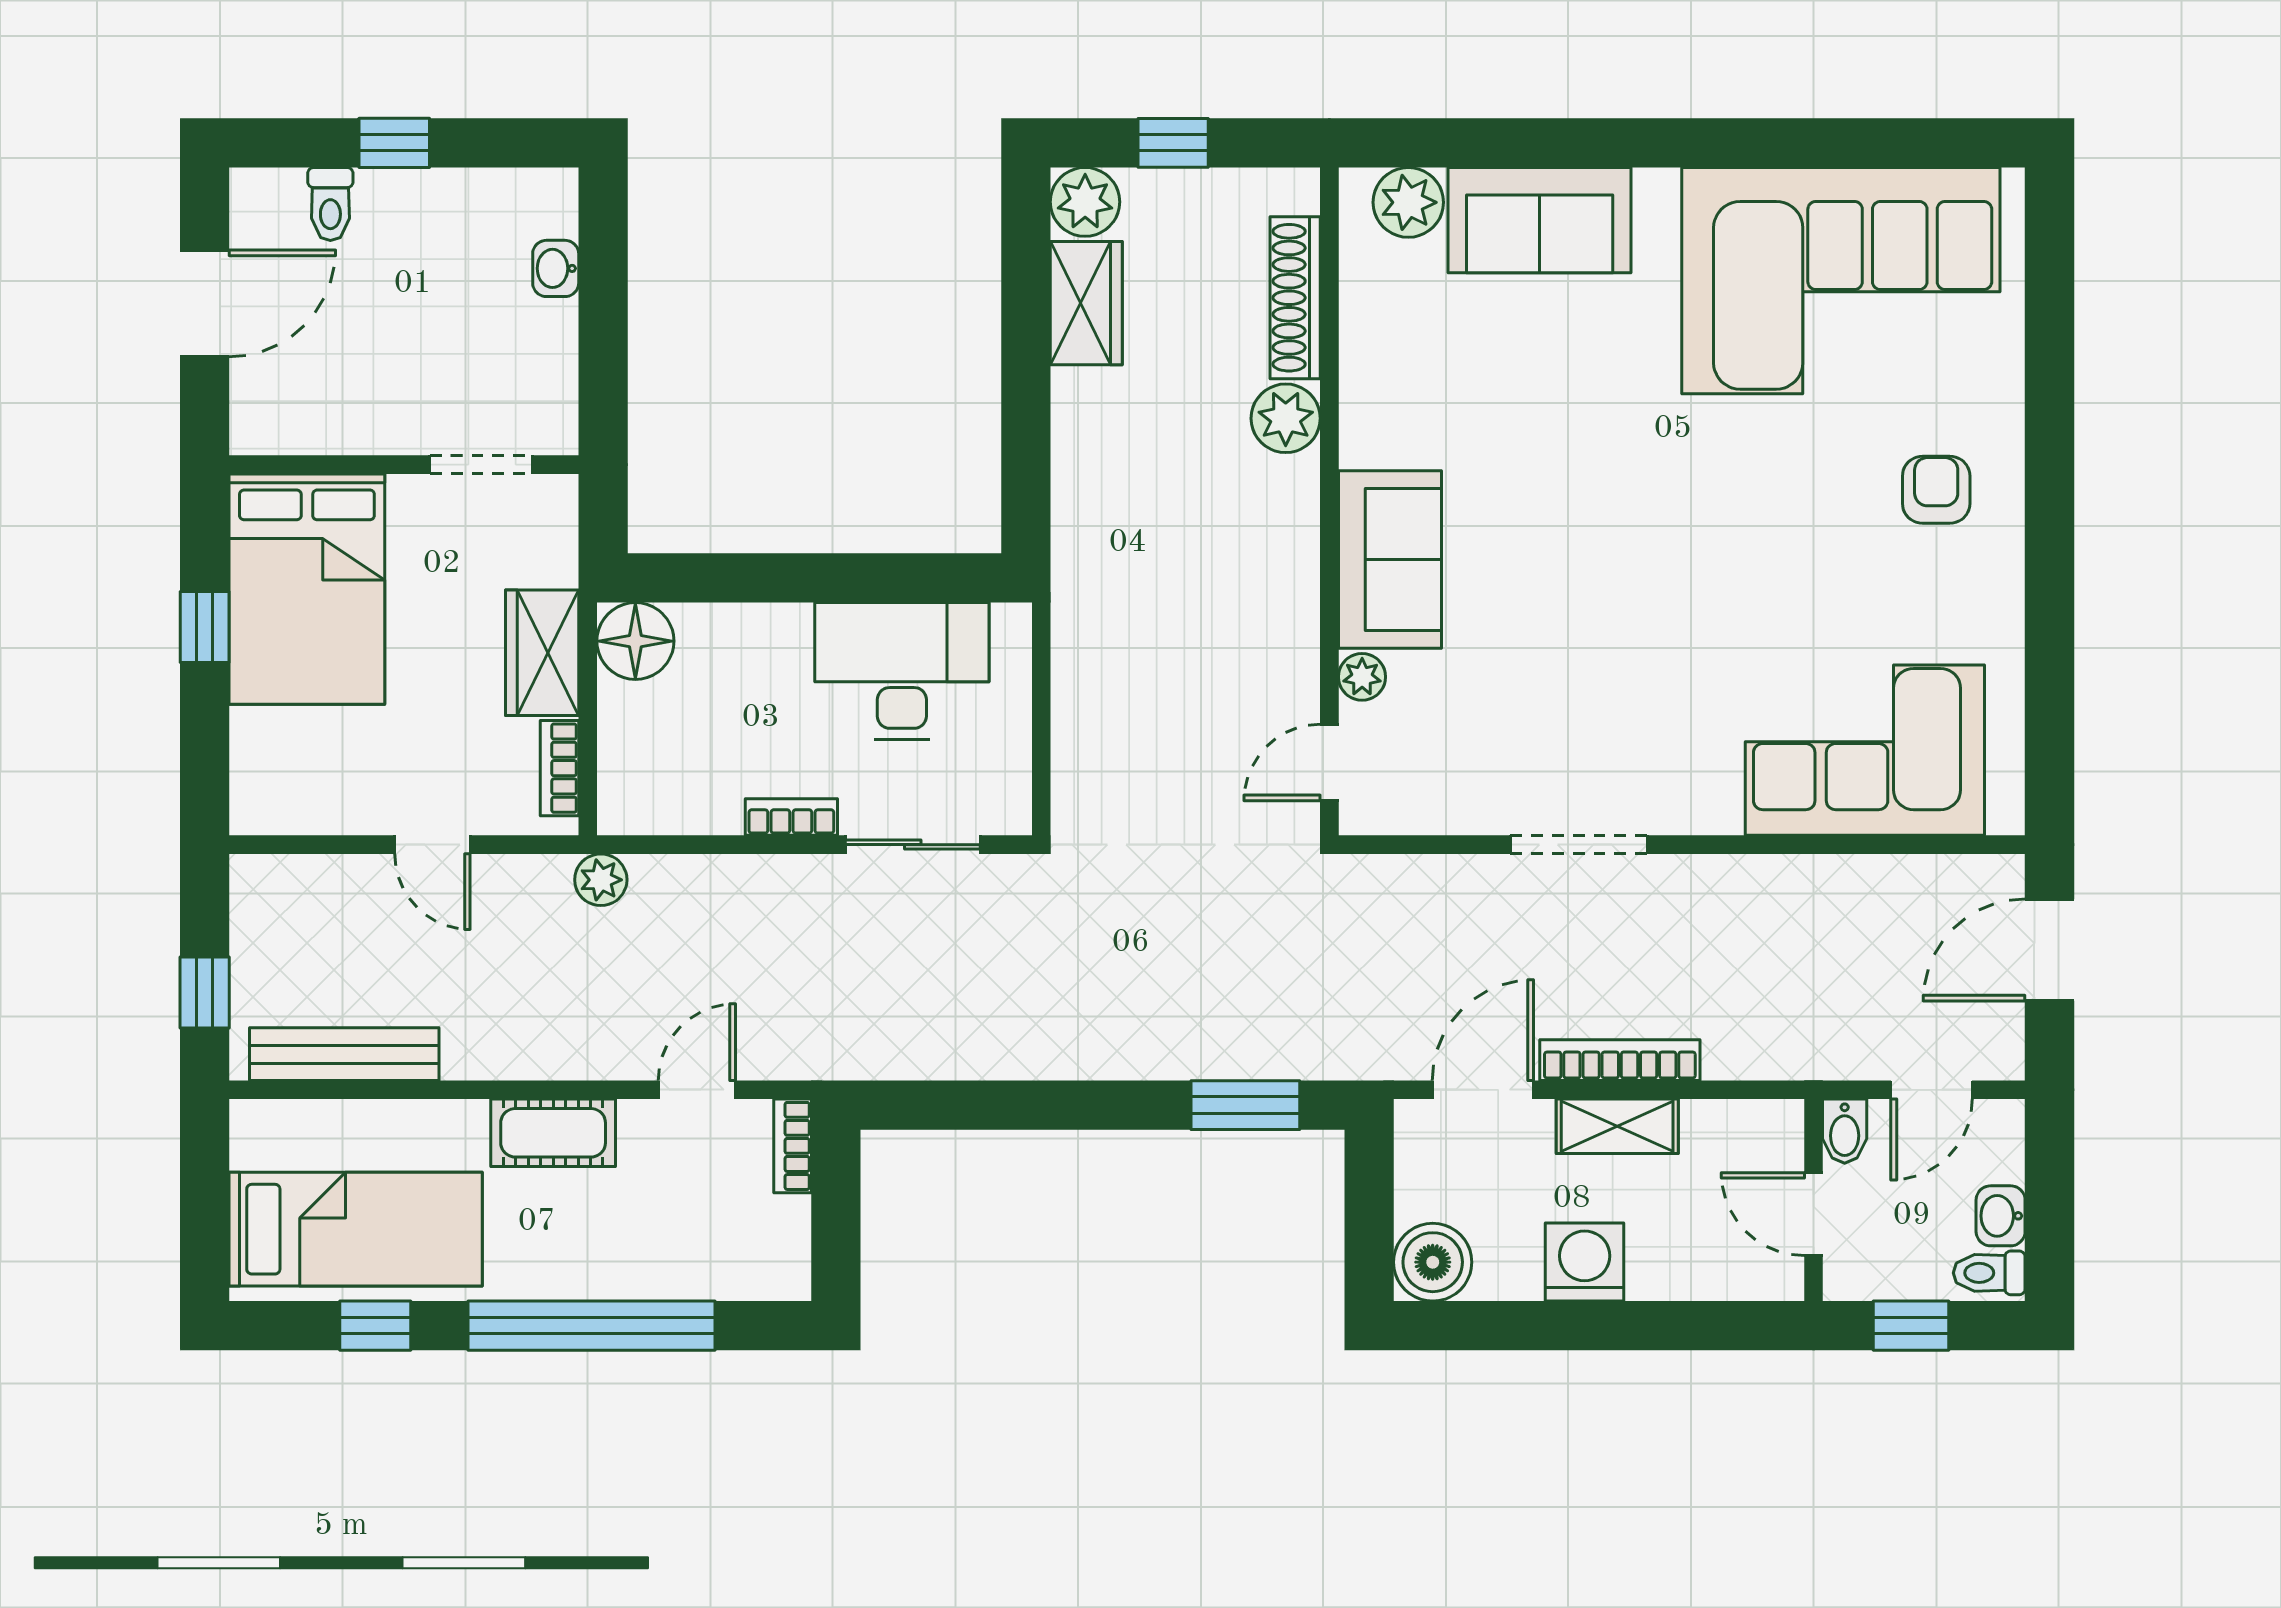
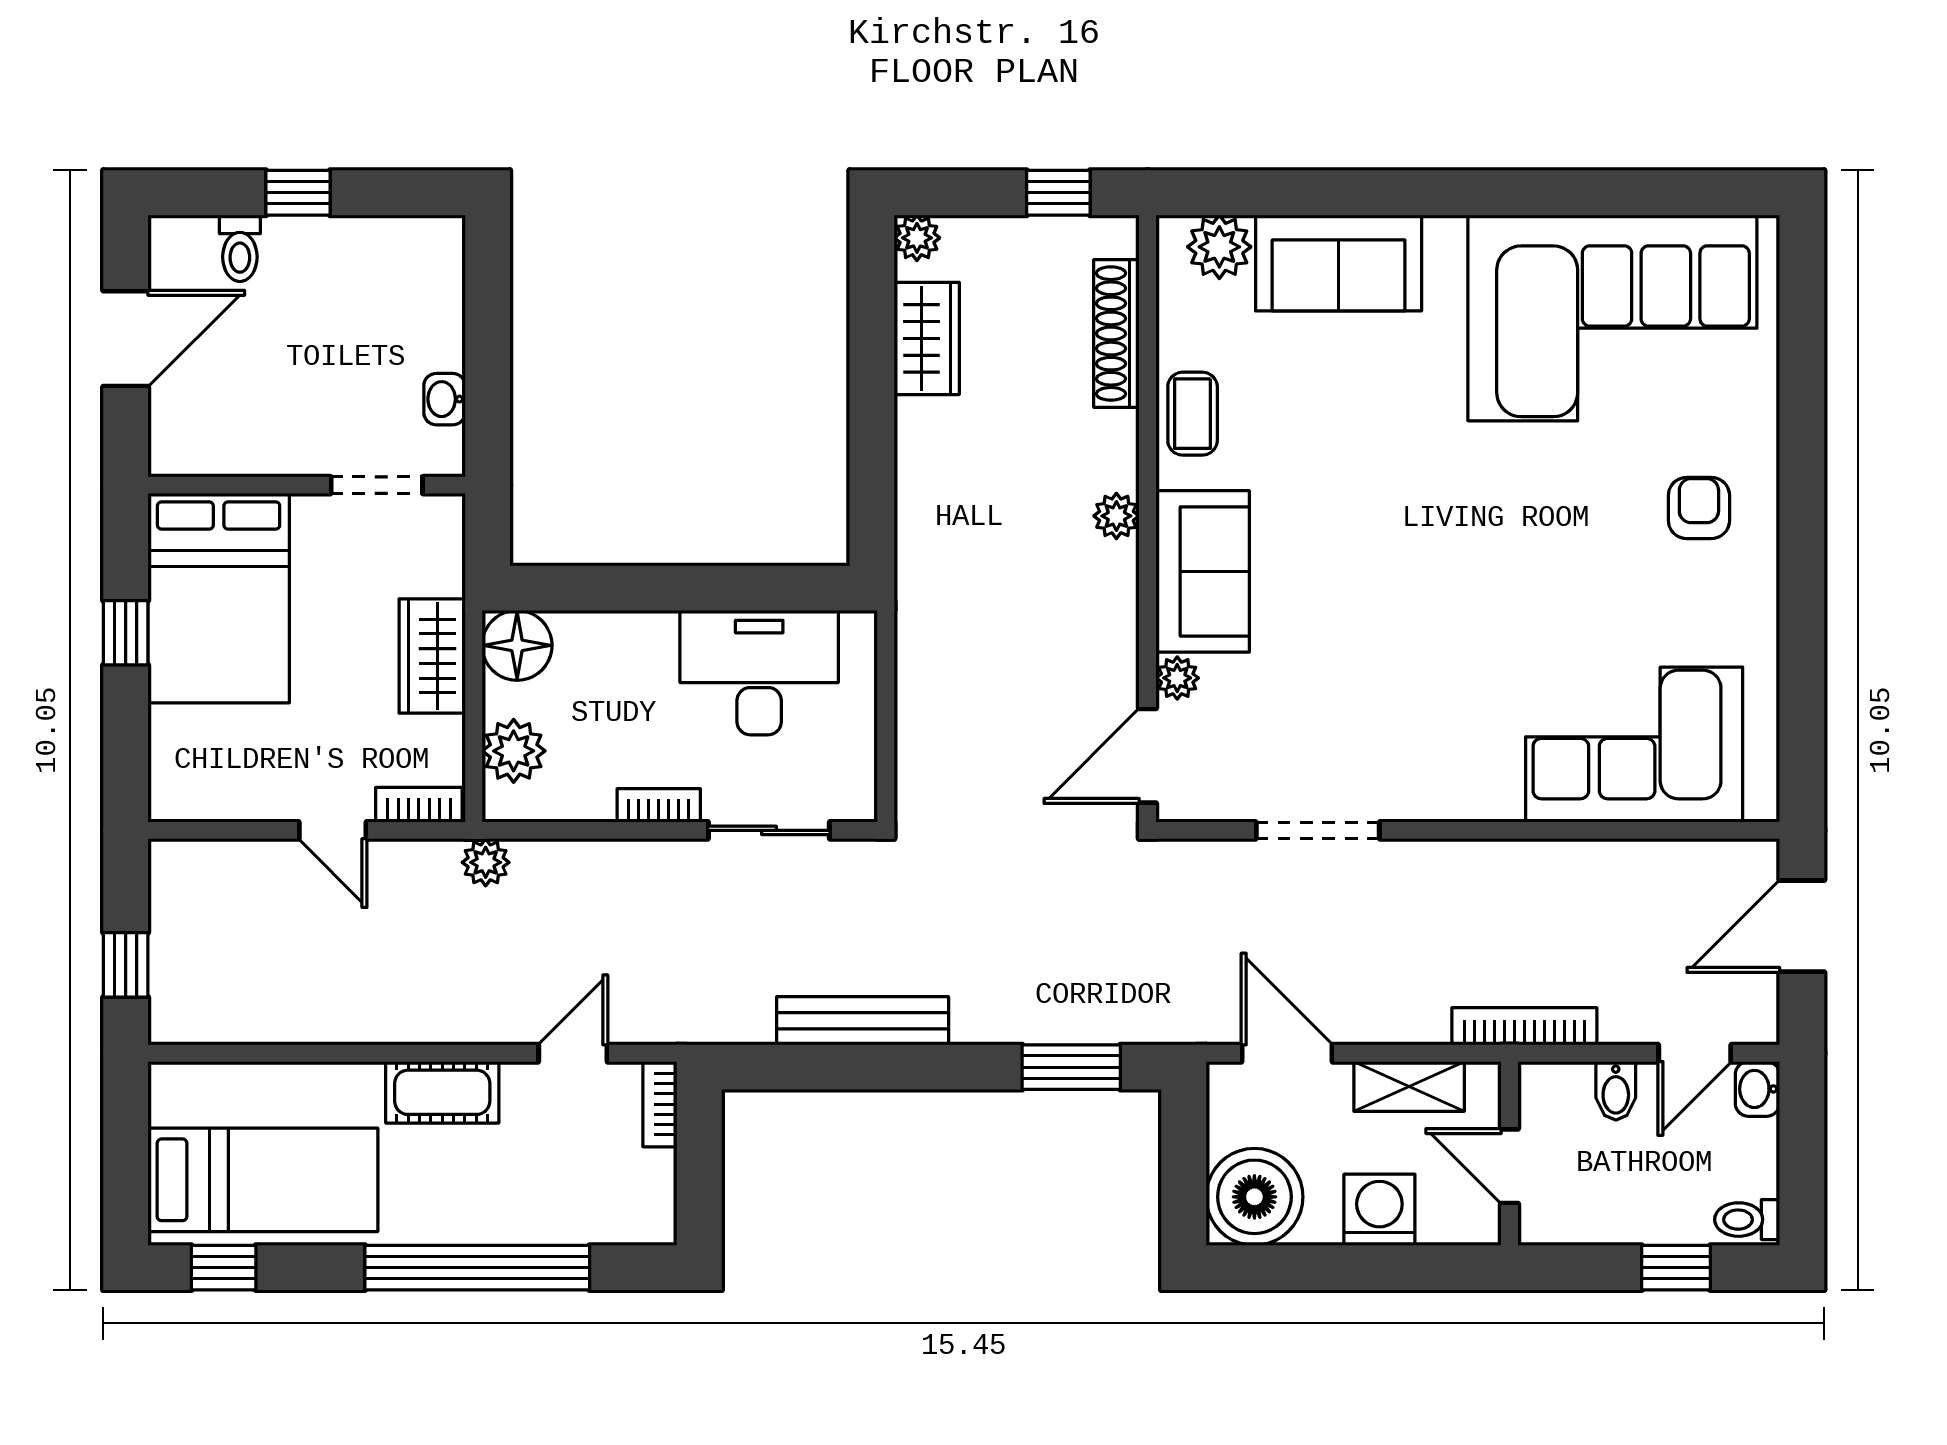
window: (1173, 143) -> (1058, 193), moved
plant: (1085, 202) -> (917, 238), width x0.73, depth x0.73
washbasin: (556, 268) -> (445, 399), moved
coffee table: (1379, 386) -> (1193, 414), added
plant: (1286, 418) -> (1116, 516), moved, width x0.73, depth x0.73
plant: (632, 757) -> (514, 751), added
door: (1329, 763) -> (1148, 756), width x1.37
bookcase: (559, 768) -> (419, 805), moved, turned 90
doorway: (1579, 845) -> (1318, 830), moved
bench: (344, 1054) -> (863, 1021), moved
bookcase: (1620, 1060) -> (1524, 1026), moved
door: (1483, 1090) -> (1287, 1053), hinge flipped
wall: (1814, 1200) -> (1510, 1153), moved
door: (1814, 1214) -> (1510, 1166), moved
washbasin: (2001, 1216) -> (1757, 1089), moved
boiler: (1433, 1262) -> (1254, 1197), width x1.37, depth x1.37
window: (375, 1326) -> (224, 1268), moved

